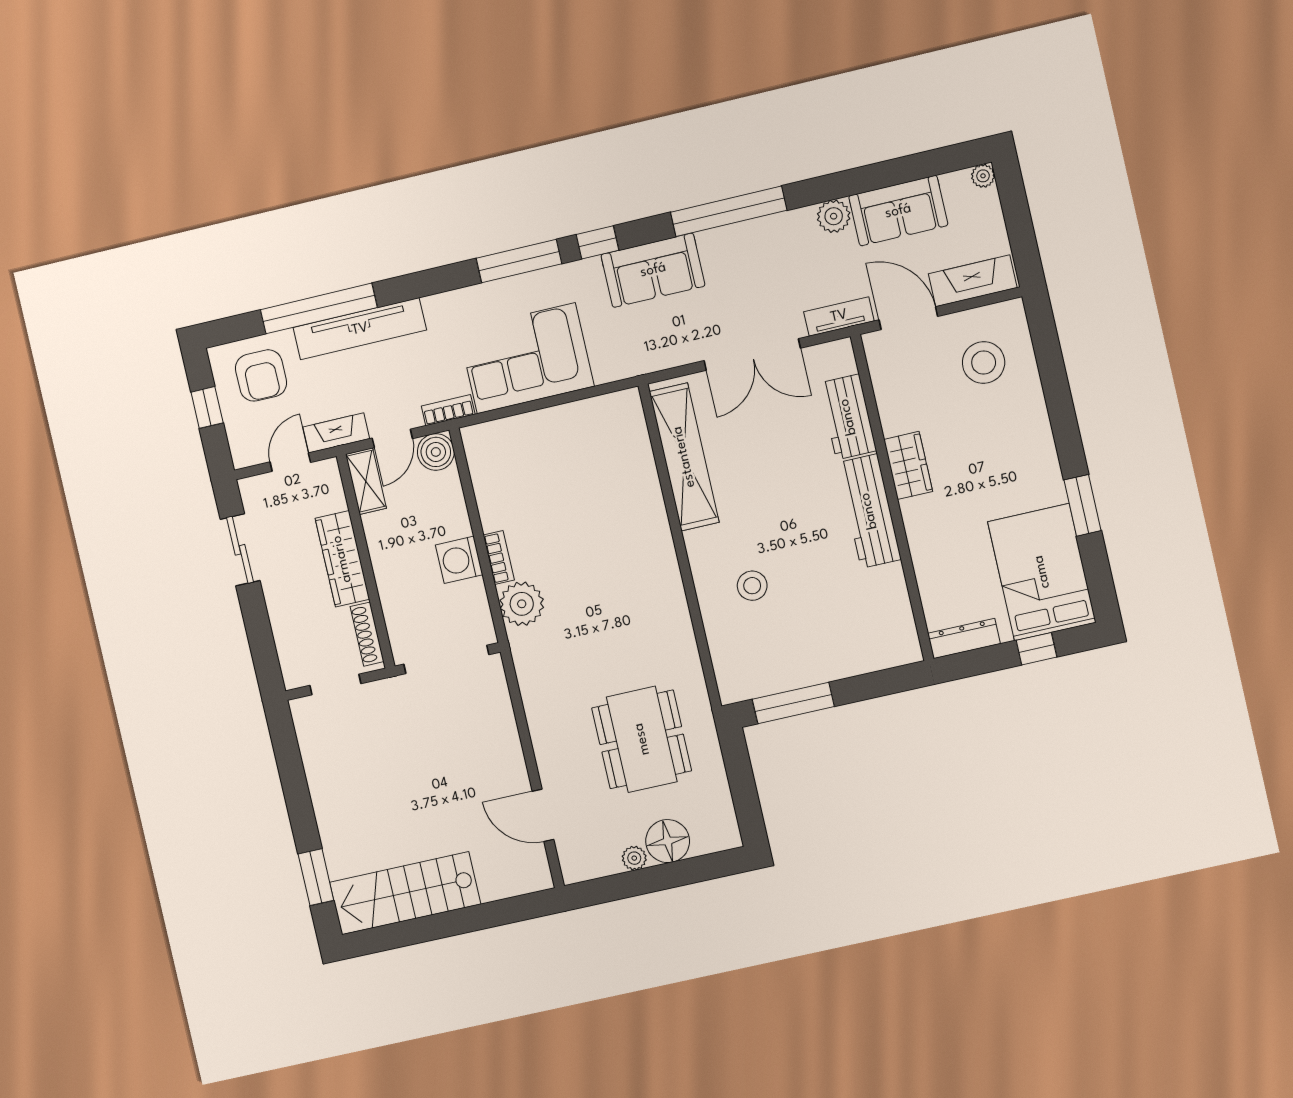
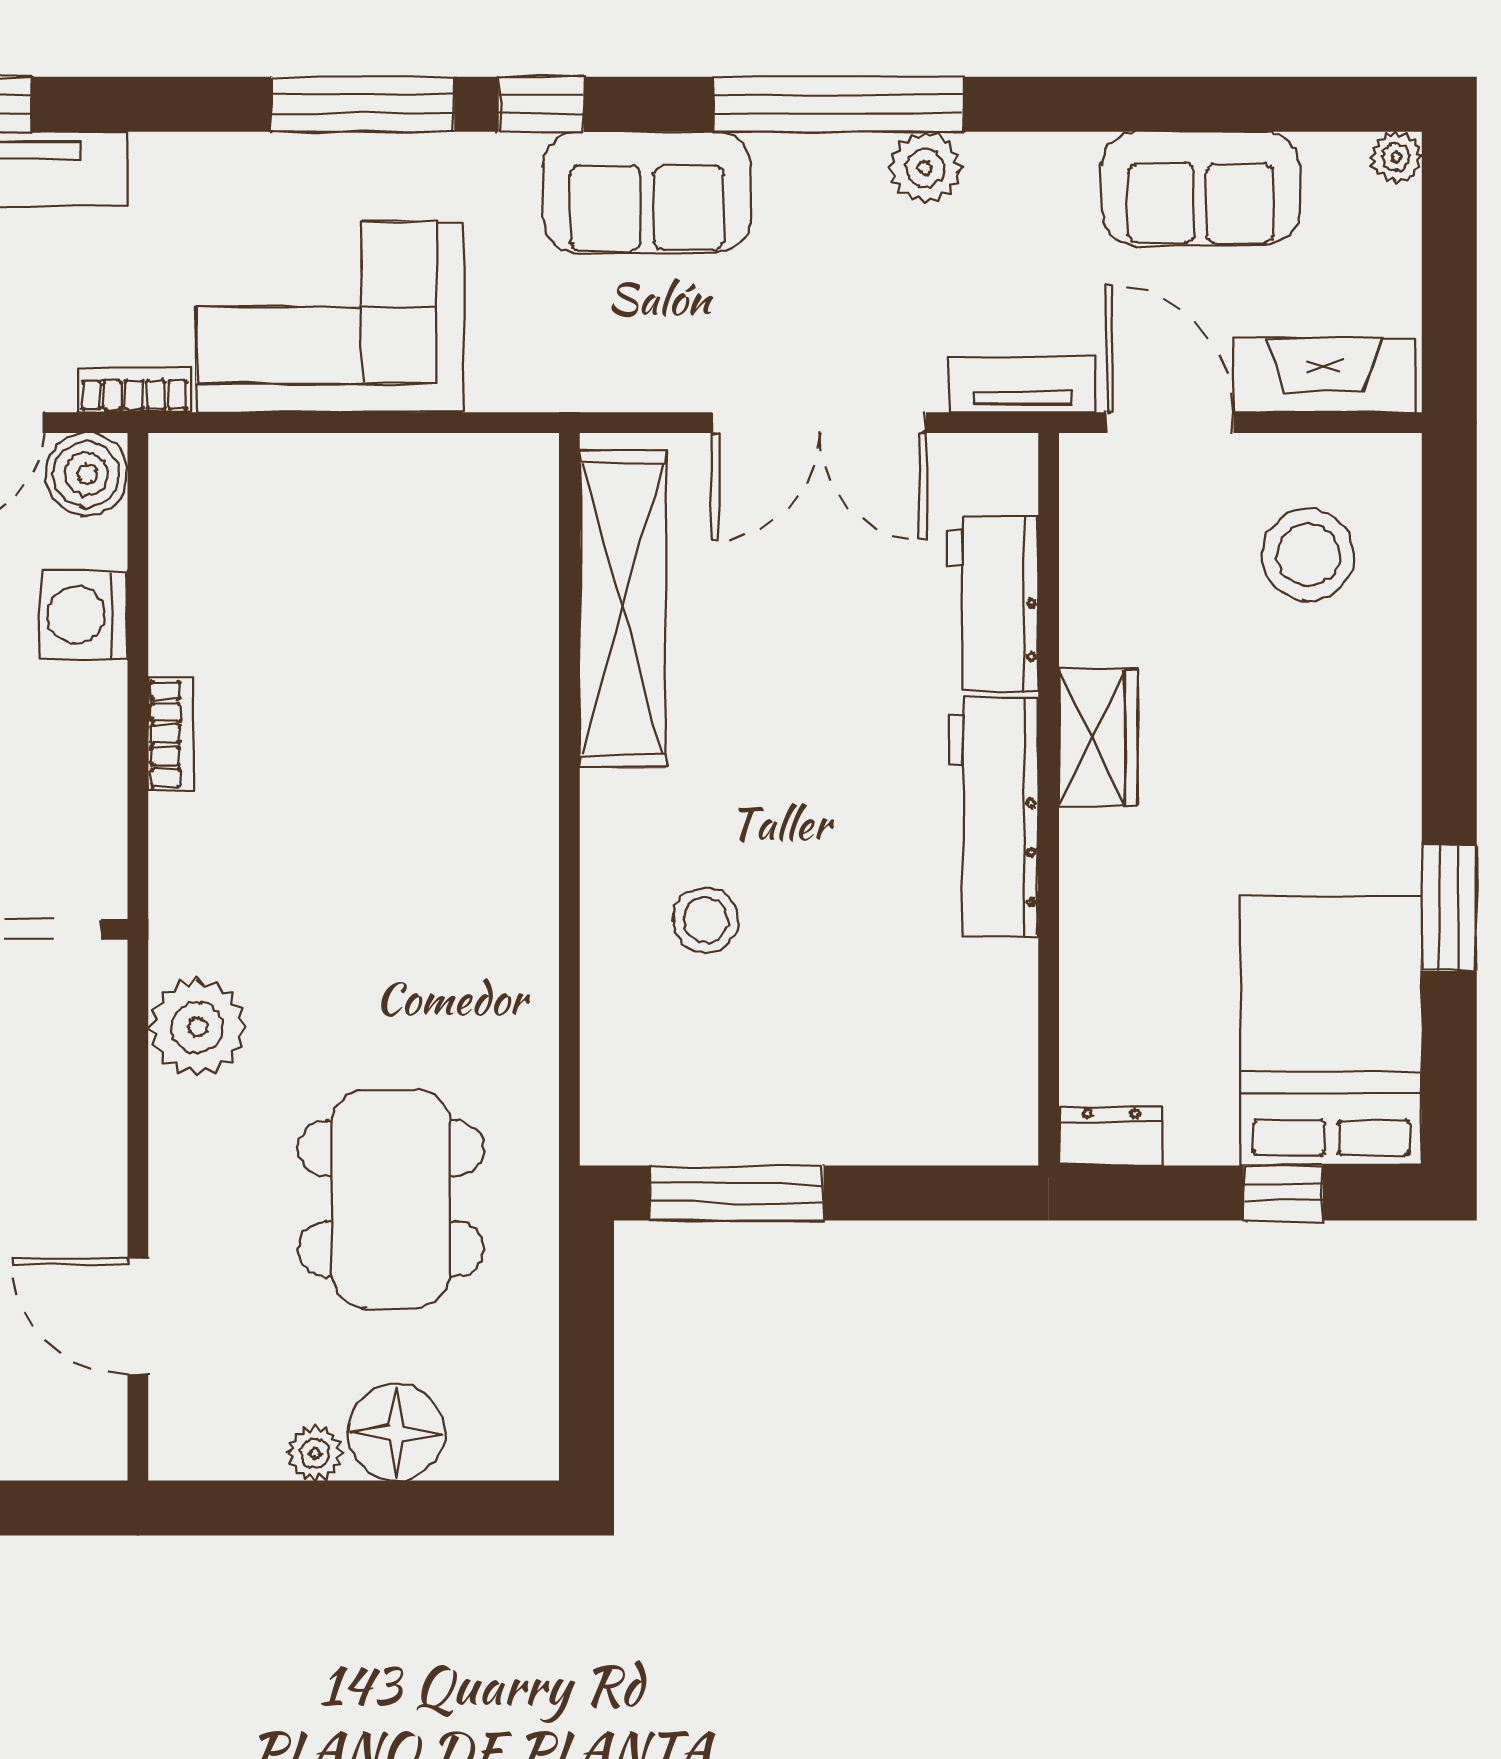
plant: (834, 216) -> (925, 168), moved
washing machine: (459, 560) -> (83, 615), moved
plant: (522, 604) -> (198, 1027), moved
dresser: (964, 638) -> (1111, 1136), width x0.70

